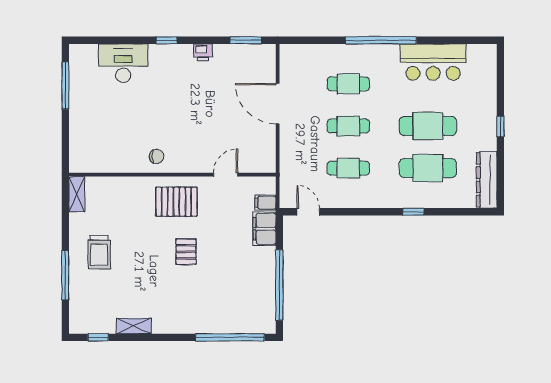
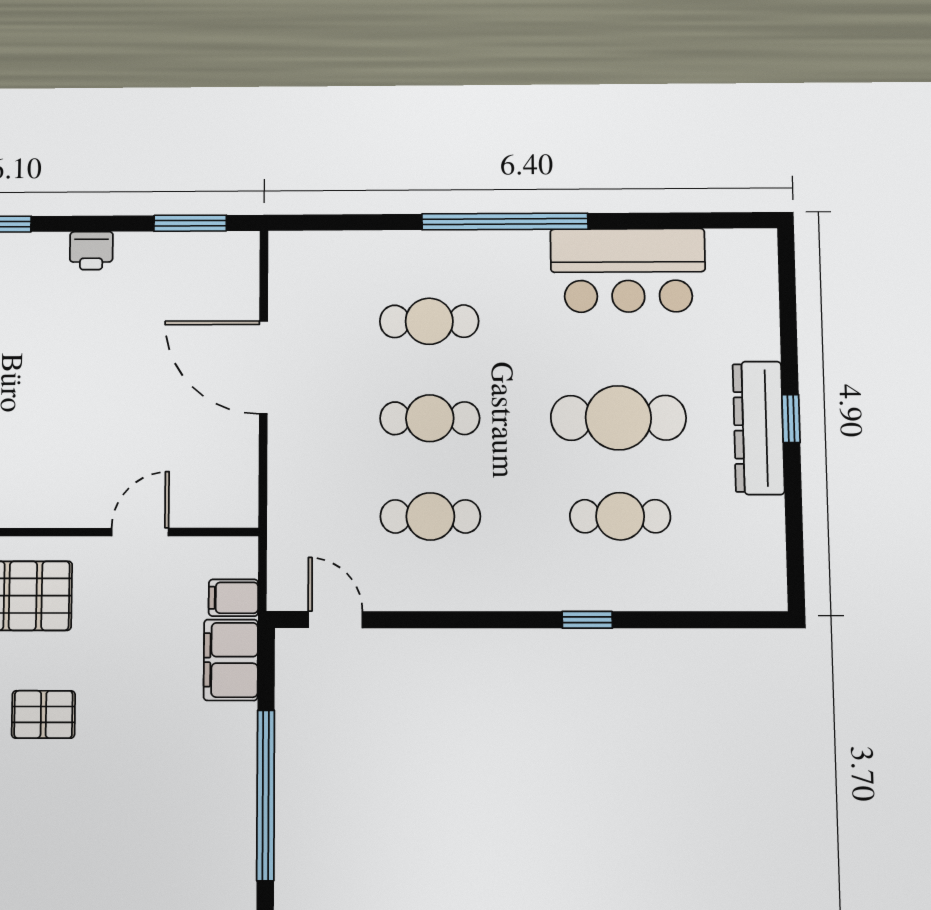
cafe table: (428, 168) -> (620, 516), width x0.73, depth x0.74
dresser: (487, 180) -> (759, 428), moved
pallet: (186, 252) -> (43, 714), turned 90

